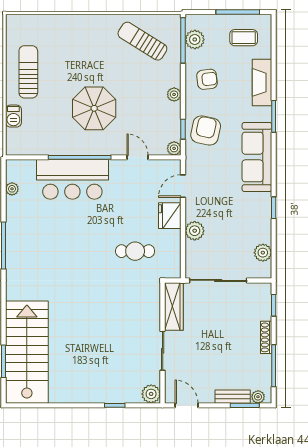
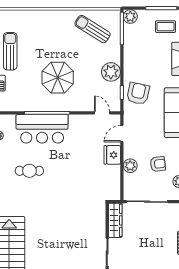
plant: (195, 40) -> (130, 17), moved
armchair: (207, 79) -> (158, 164), moved
plant: (174, 94) -> (111, 72), width x1.88, depth x1.88
plant: (174, 148) -> (115, 106), removed
door: (137, 157) -> (102, 113), moved
cafe table: (135, 251) -> (29, 171), moved

